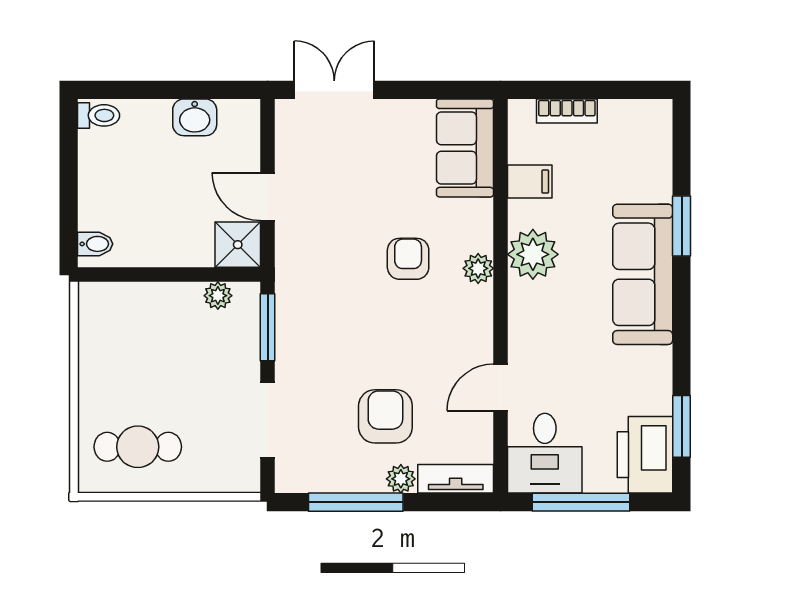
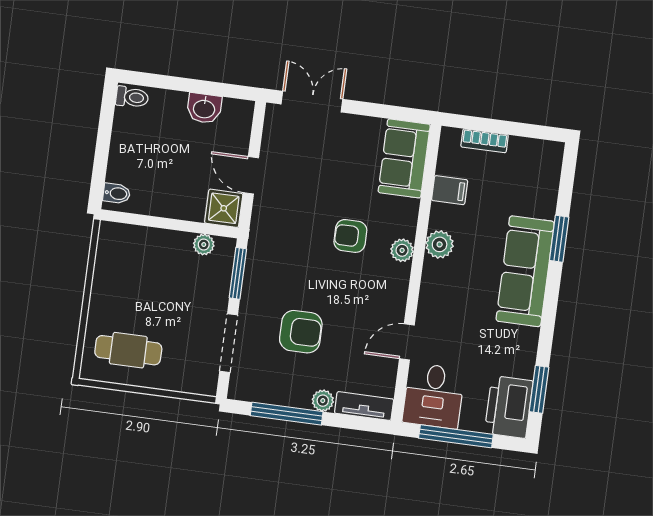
plant: (533, 254) -> (440, 244), width x0.73, depth x0.73
armchair: (408, 259) -> (350, 236), turned -90
armchair: (385, 416) -> (301, 332), moved, turned 90

